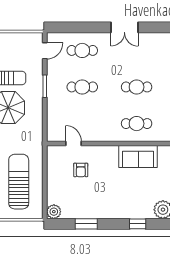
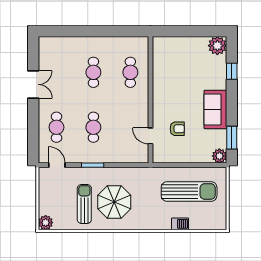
door: (74, 143) -> (150, 136), hinge flipped
sofa: (138, 156) -> (215, 109), moved, turned 180
sun lounger: (19, 182) -> (189, 191), turned 180
window: (86, 224) -> (232, 138), moved

